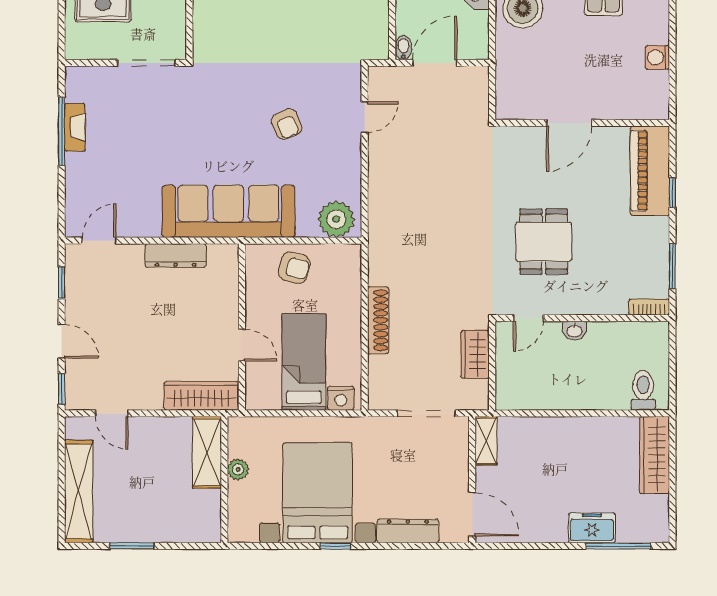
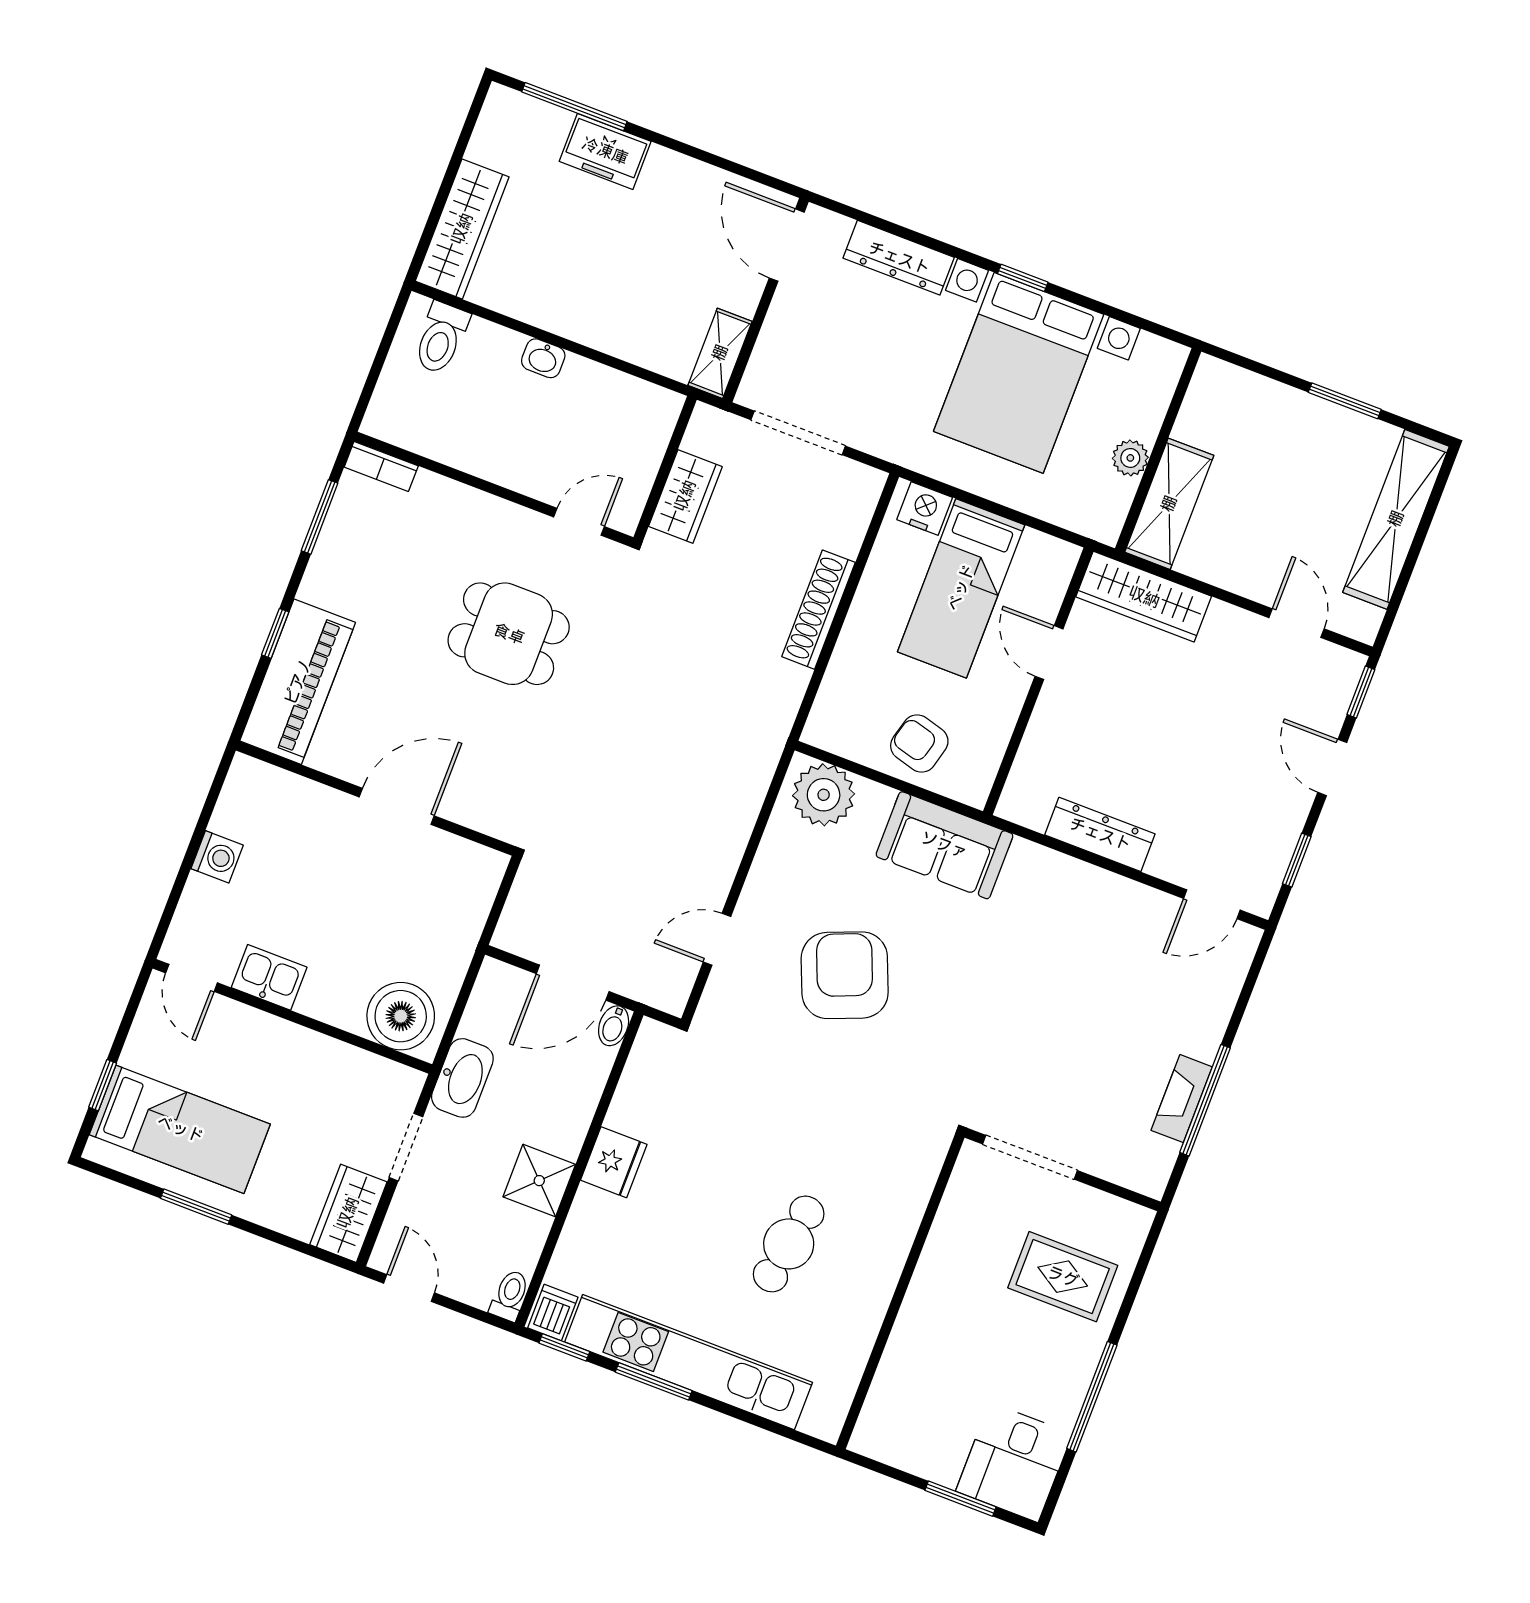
armchair: (287, 124) -> (845, 975), width x1.88, depth x1.88
sofa: (228, 211) -> (944, 845), width x0.54, depth x0.79
dining table: (544, 242) -> (509, 634), turned 90
washbasin: (575, 331) -> (543, 358), moved, turned 180

